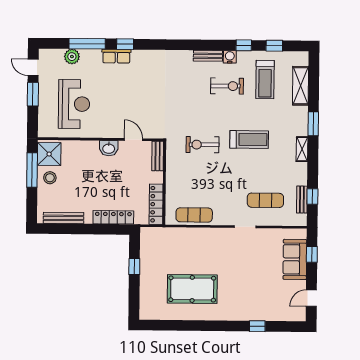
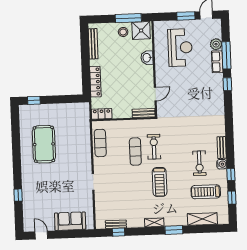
row of seats: (116, 56) -> (217, 62), moved
reception desk: (74, 104) -> (180, 48), turned -90
washbasin: (109, 148) -> (147, 58), moved
exercise mat: (265, 200) -> (135, 152), moved
locker: (156, 204) -> (102, 114), width x0.66
window: (312, 254) -> (75, 234), removed
window: (134, 266) -> (34, 100), moved

